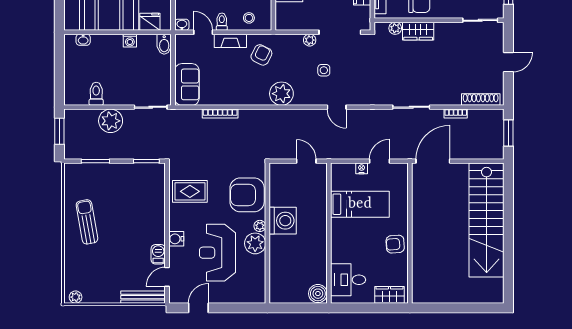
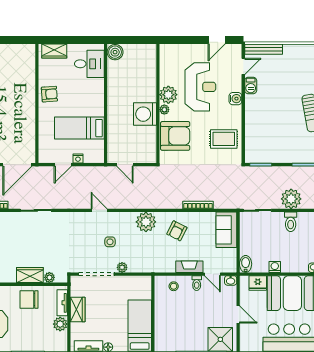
armchair: (261, 55) -> (177, 231), moved
toilet: (96, 94) -> (291, 222), moved

